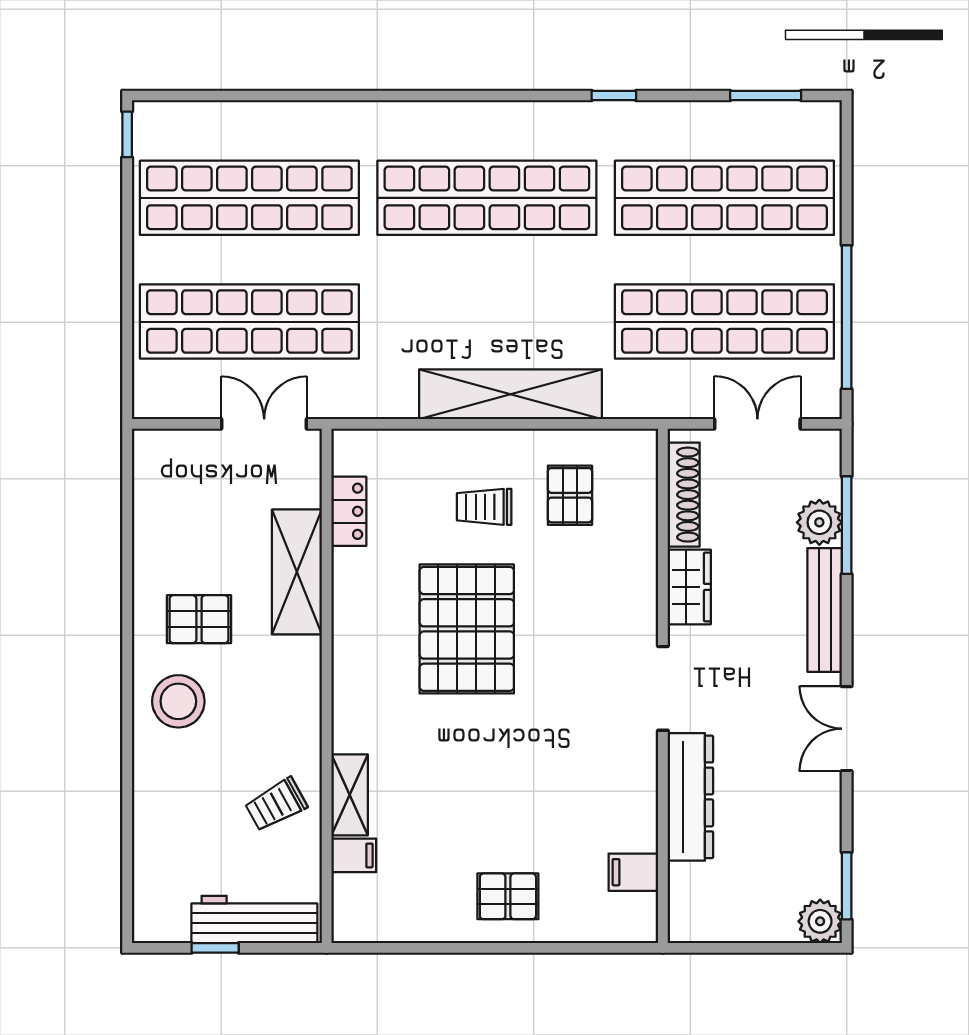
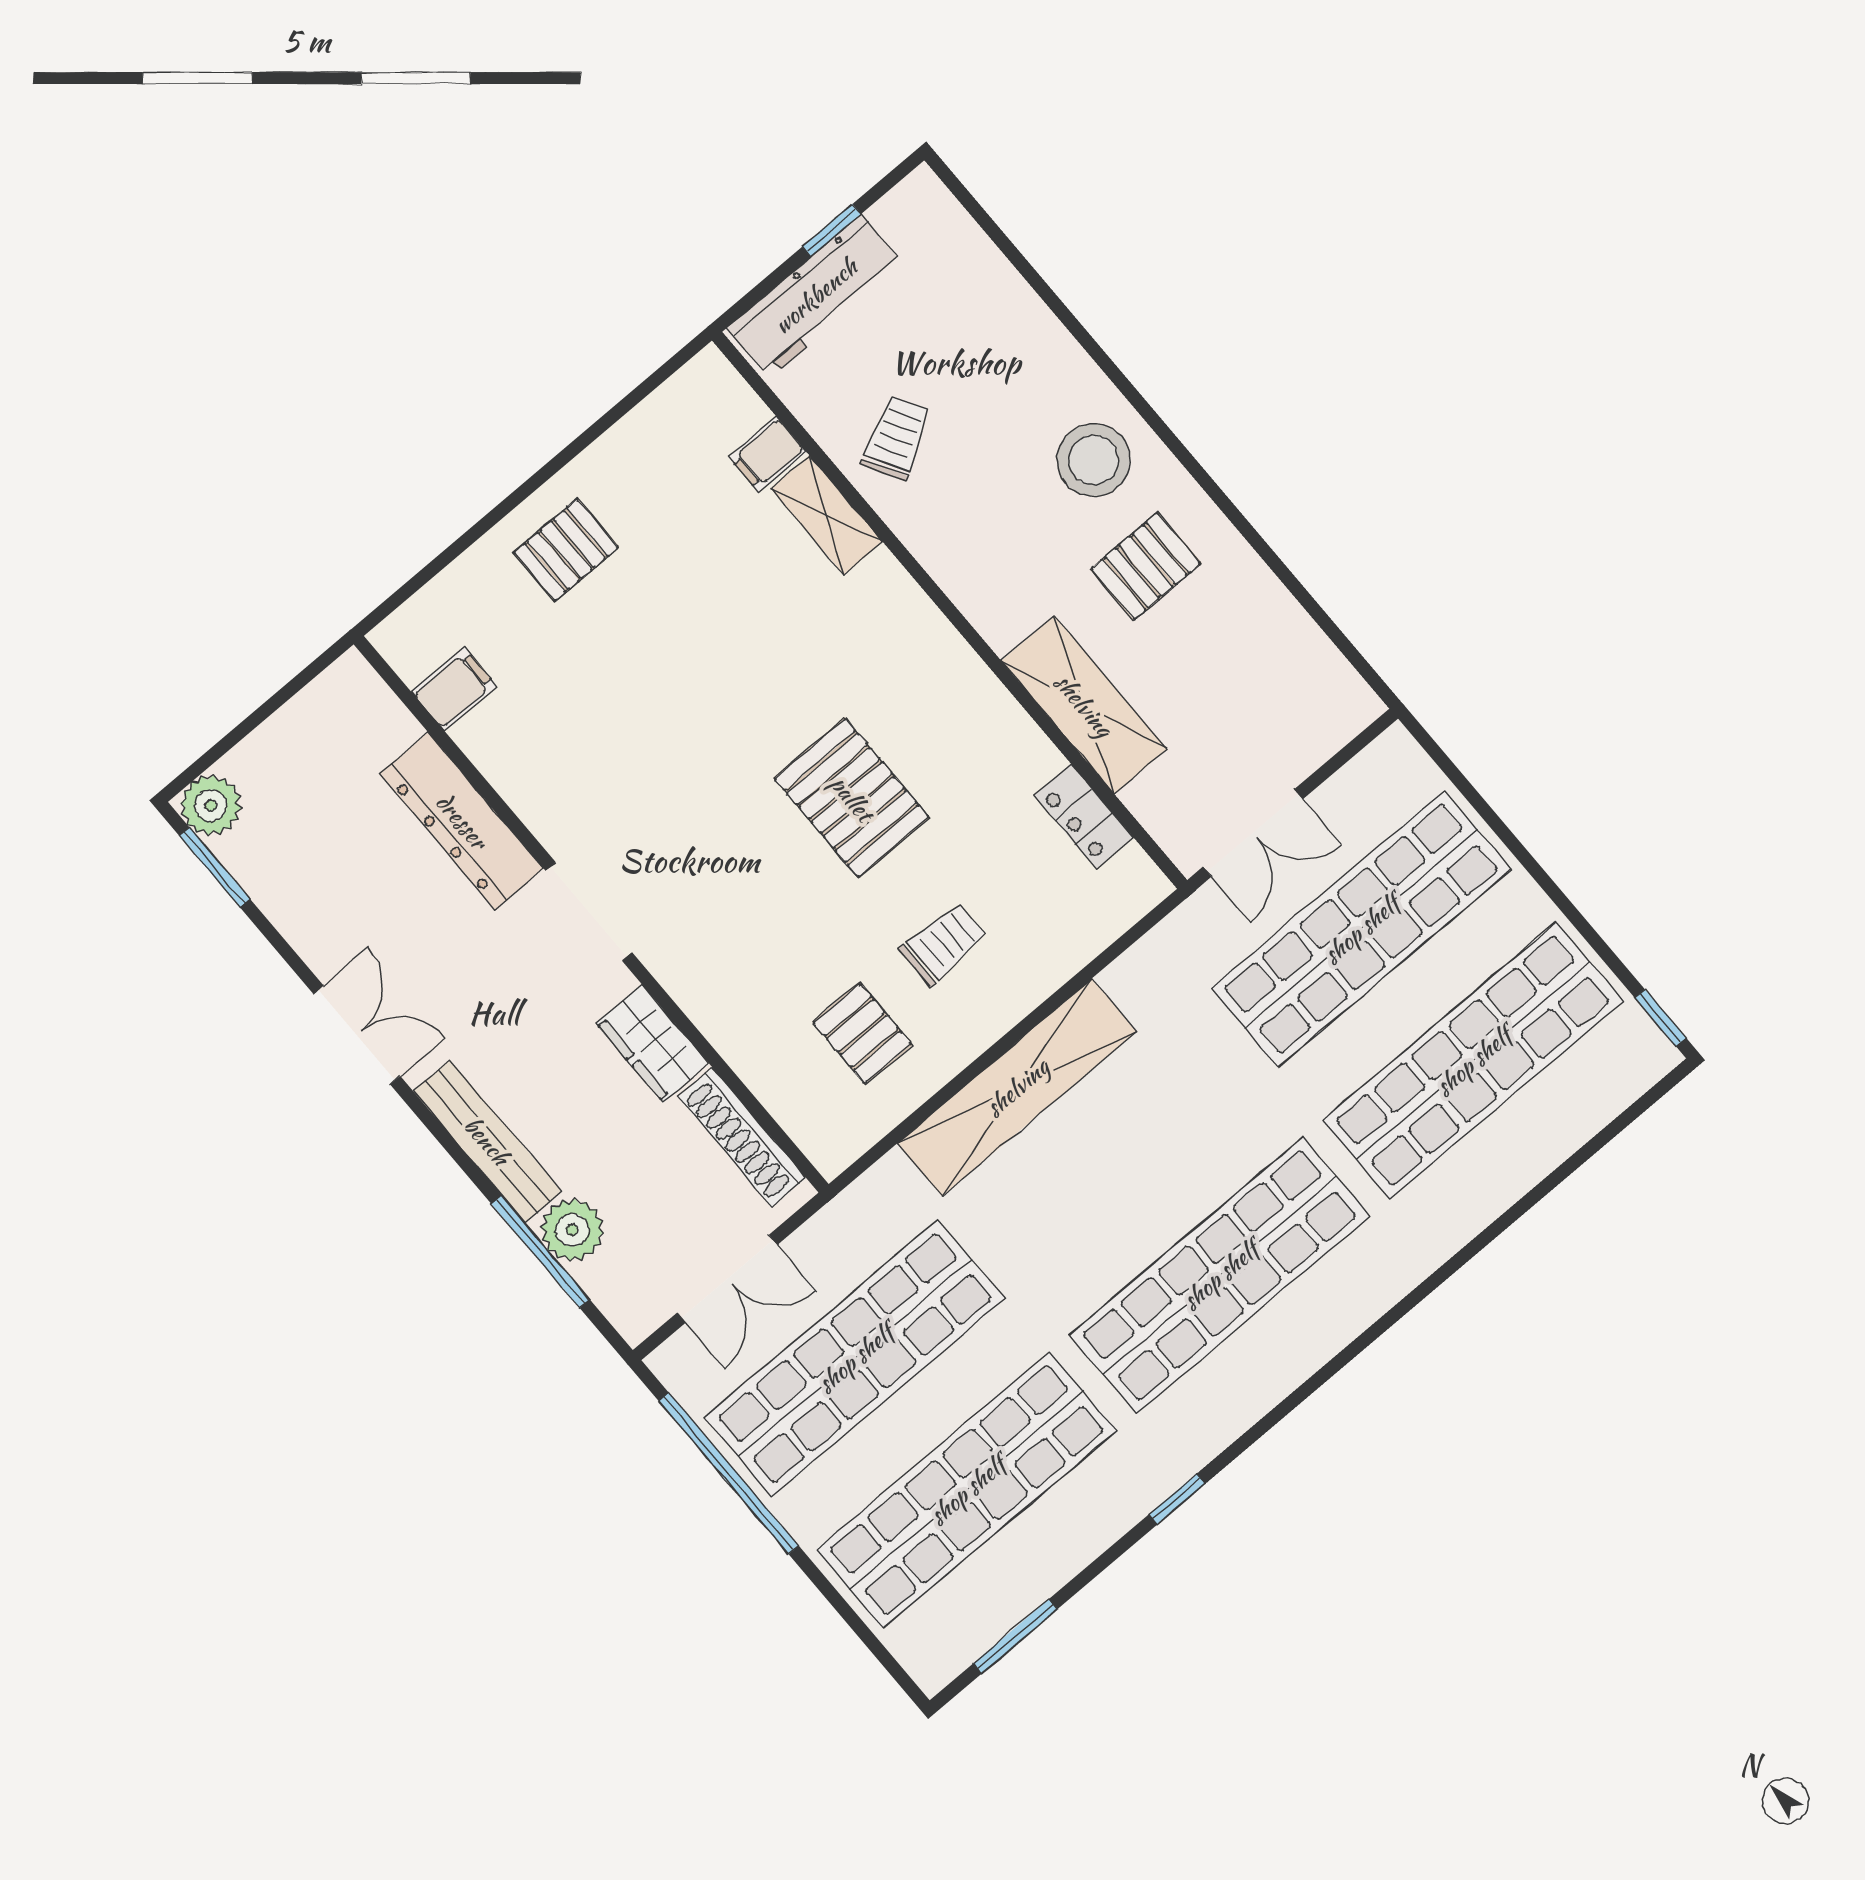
pallet: (467, 629) -> (852, 798), width x0.73, depth x0.71

